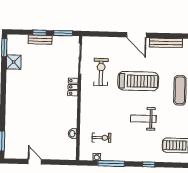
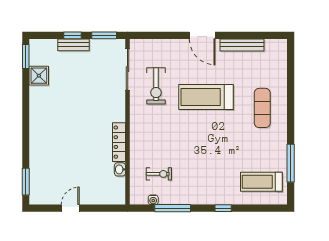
exercise bike: (101, 72) -> (156, 86), turned 180
treadmill: (138, 81) -> (206, 97), turned 180
locker: (73, 87) -> (119, 142), moved, width x1.53
weight bench: (143, 119) -> (214, 147), removed
door: (35, 162) -> (70, 208), hinge flipped

